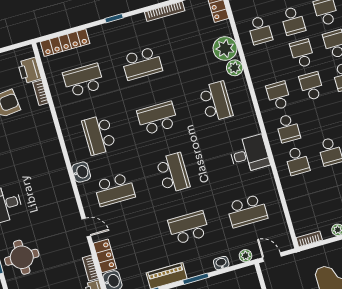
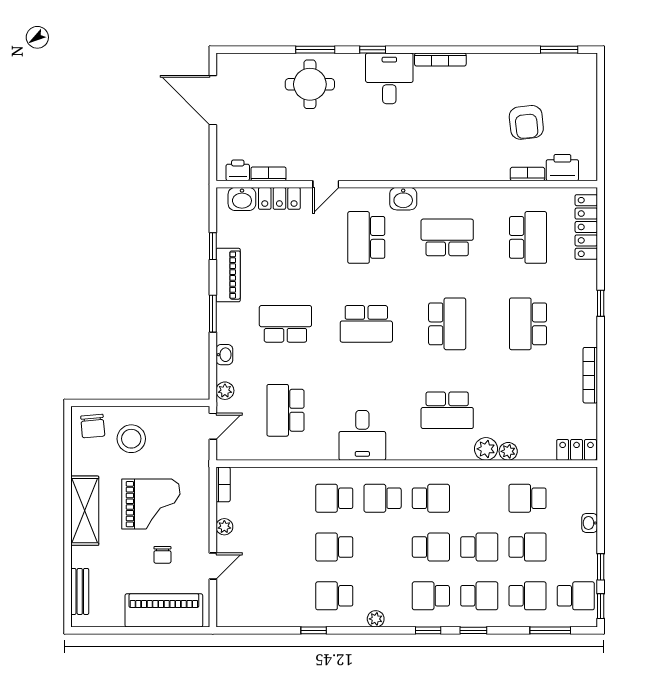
school desk: (293, 21) -> (527, 547), turned 180
plant: (225, 49) -> (508, 451), width x0.53, depth x0.53
school desk: (189, 228) -> (285, 324), turned -90

